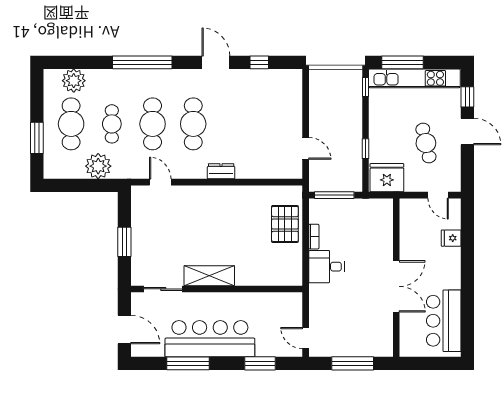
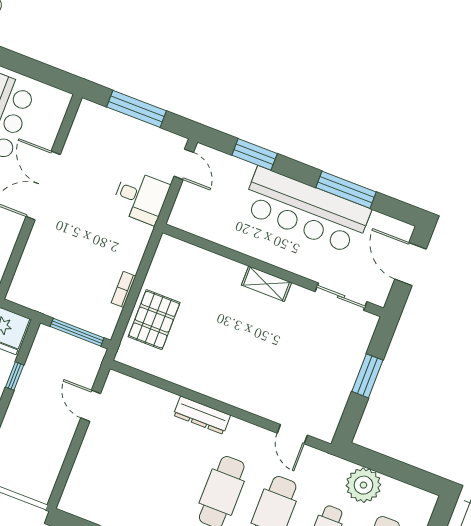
dresser: (221, 171) -> (202, 415), width x1.44
desk: (326, 267) -> (141, 197), moved
shelving: (209, 276) -> (266, 284), width x0.67, depth x0.75

